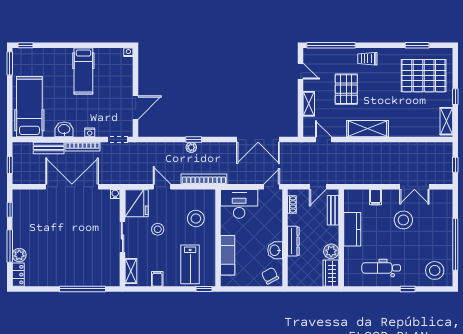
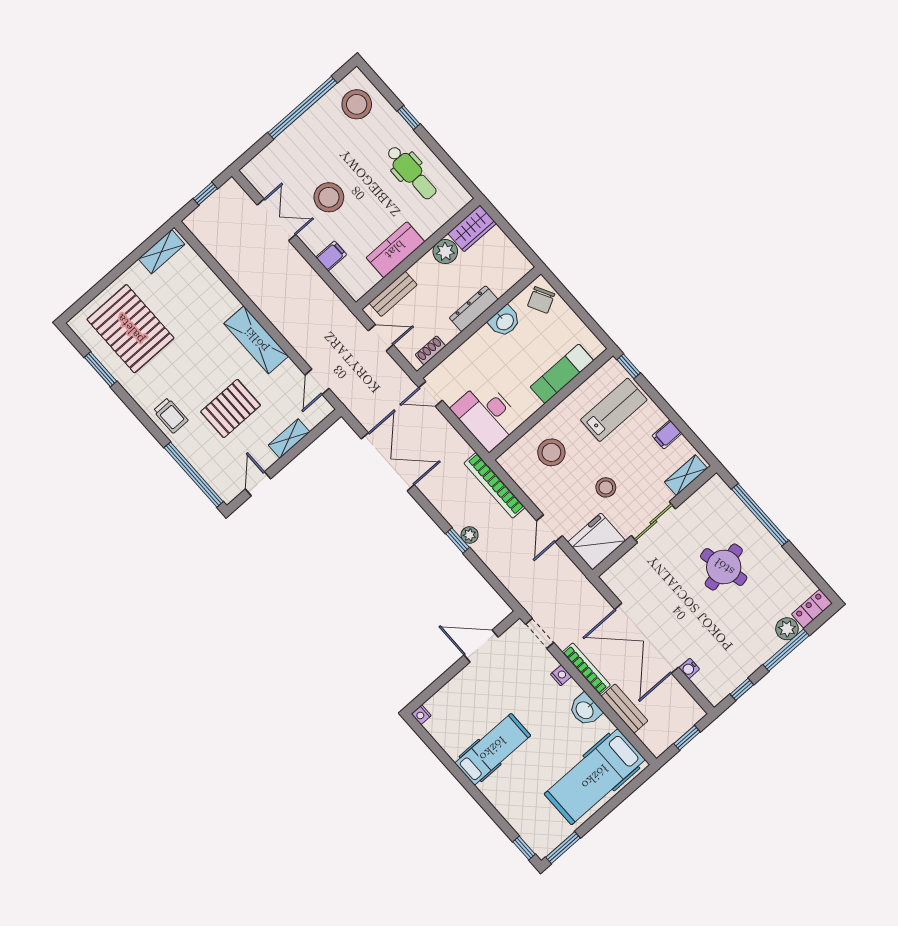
window: (455, 97) -> (122, 267), removed
water cooler: (115, 194) -> (689, 668), moved
round table: (73, 251) -> (724, 567), added

